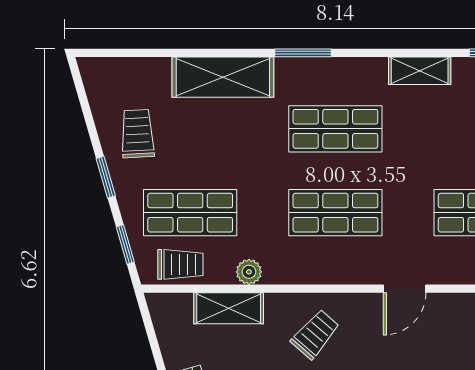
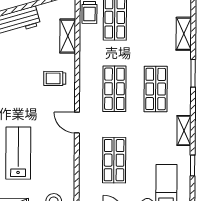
shelving: (223, 77) -> (184, 34), width x0.67, depth x0.75
plant: (249, 272) -> (86, 46), removed
trolley: (315, 334) -> (55, 78), turned 139

